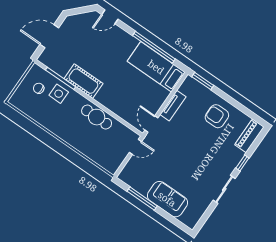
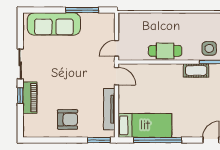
cot: (83, 81) -> (196, 70), width x0.73, depth x0.75
tv unit: (173, 106) -> (109, 109), width x1.41
piano: (249, 136) -> (30, 98), moved
sofa: (167, 199) -> (54, 24), width x1.36

